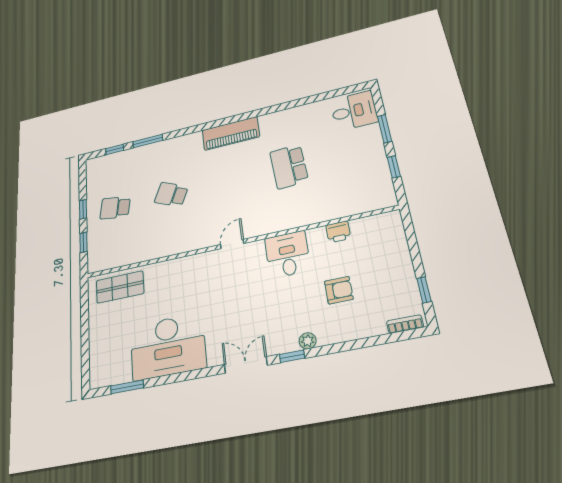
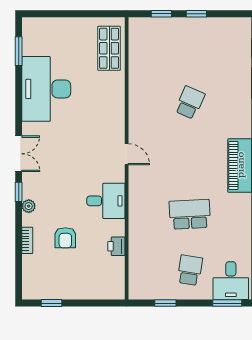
window: (385, 129) -> (227, 303), moved
school desk: (115, 208) -> (190, 270), moved
bookcase: (405, 324) -> (27, 240), moved

